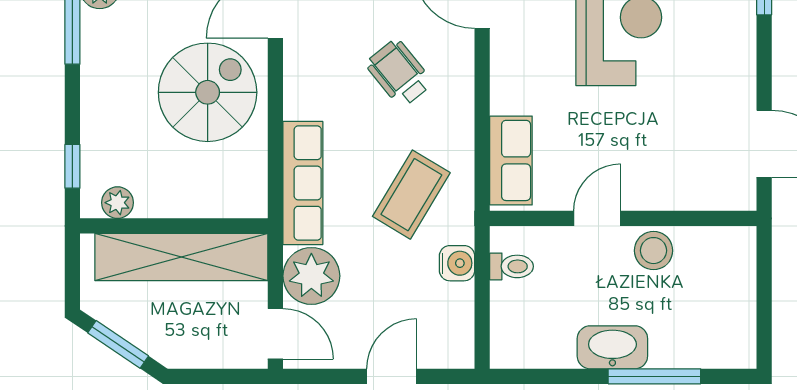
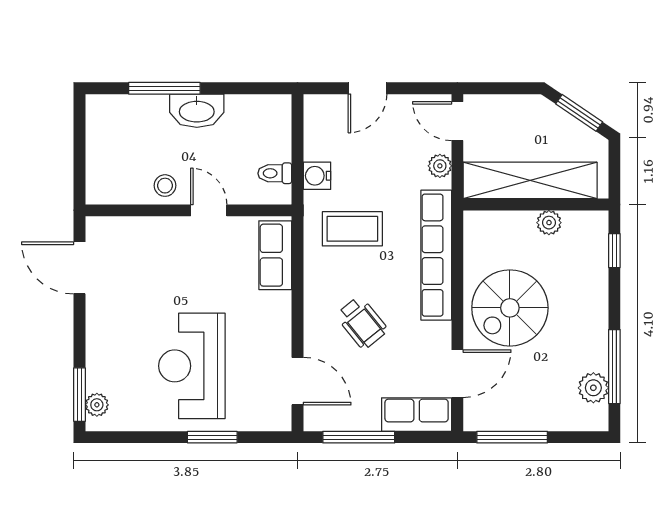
row of seats: (303, 183) -> (436, 255), width x1.36
coffee table: (411, 195) -> (352, 229), turned 59
plant: (118, 203) -> (549, 223), moved
door: (597, 218) -> (209, 210), swing flipped
stool: (654, 251) -> (165, 186), width x0.73, depth x0.73
plant: (311, 276) -> (440, 166), width x0.53, depth x0.53

